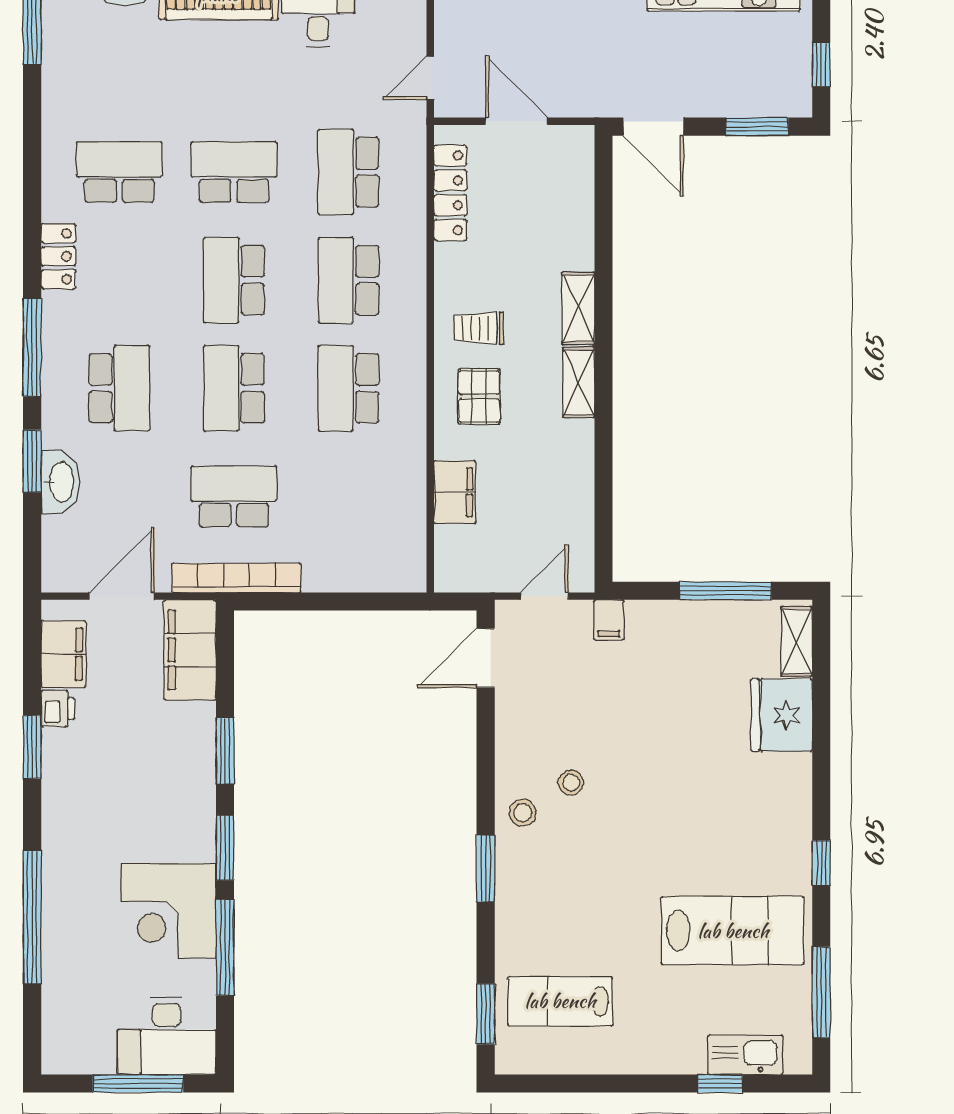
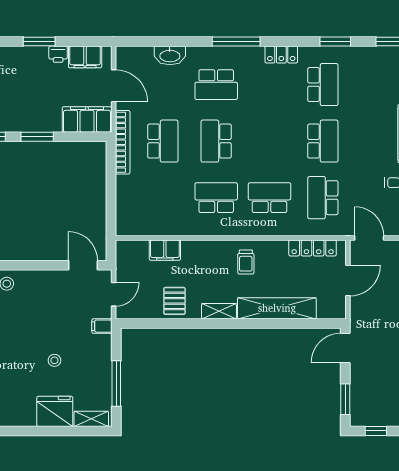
door: (430, 78) -> (369, 238), width x1.38
school desk: (348, 172) -> (323, 198), turned -90
school desk: (234, 280) -> (269, 141), removed
shelving: (578, 308) -> (277, 308), width x2.20, depth x1.33
trolley: (479, 328) -> (246, 262), turned 180
school desk: (234, 388) -> (216, 141), turned -90
pallet: (479, 396) -> (174, 301), moved, turned 90
window: (32, 461) -> (335, 42), moved
door: (544, 596) -> (114, 294), hinge flipped
stool: (571, 783) -> (54, 360), moved

